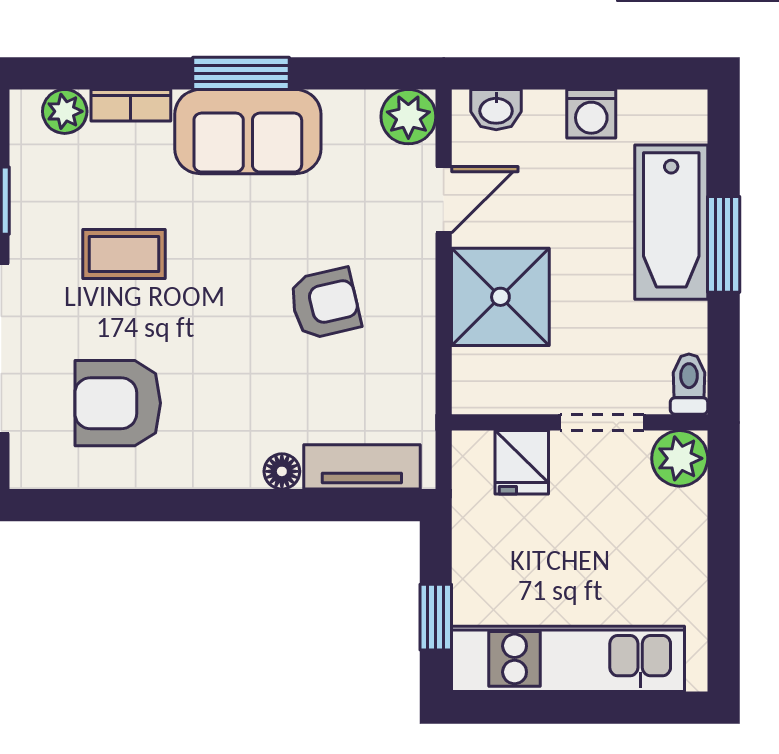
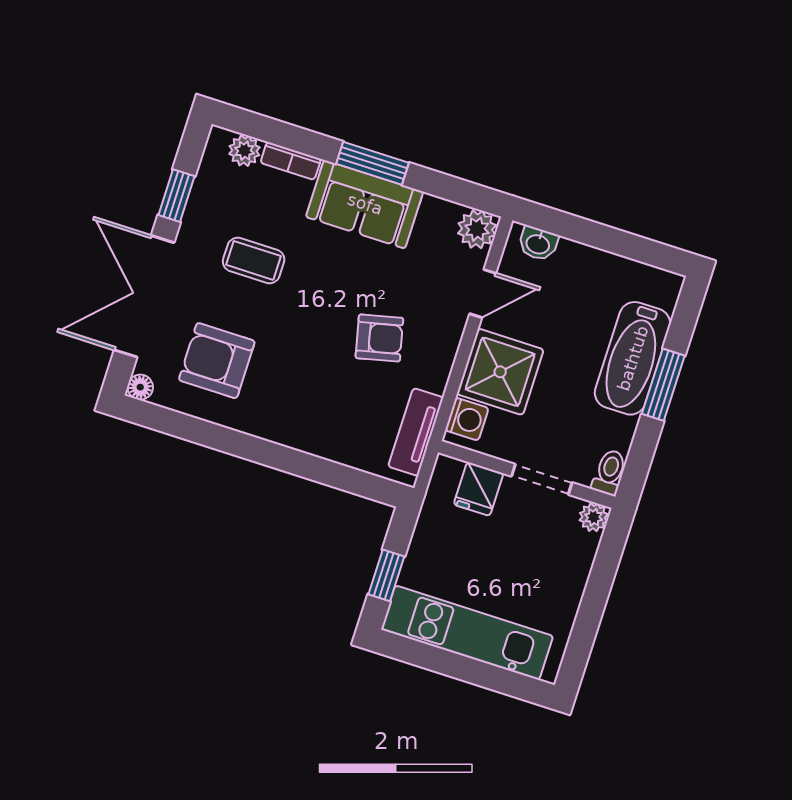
washing machine: (591, 114) -> (467, 419), moved, turned -90
plant: (680, 458) -> (594, 517), width x0.73, depth x0.73
tv unit: (362, 467) -> (416, 432), moved, turned -90
floor lamp: (282, 471) -> (140, 387), moved

